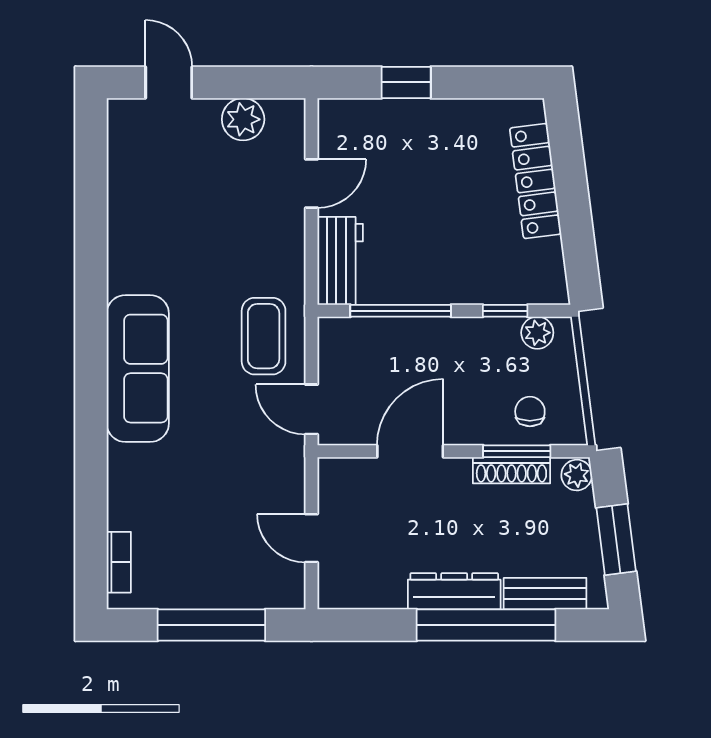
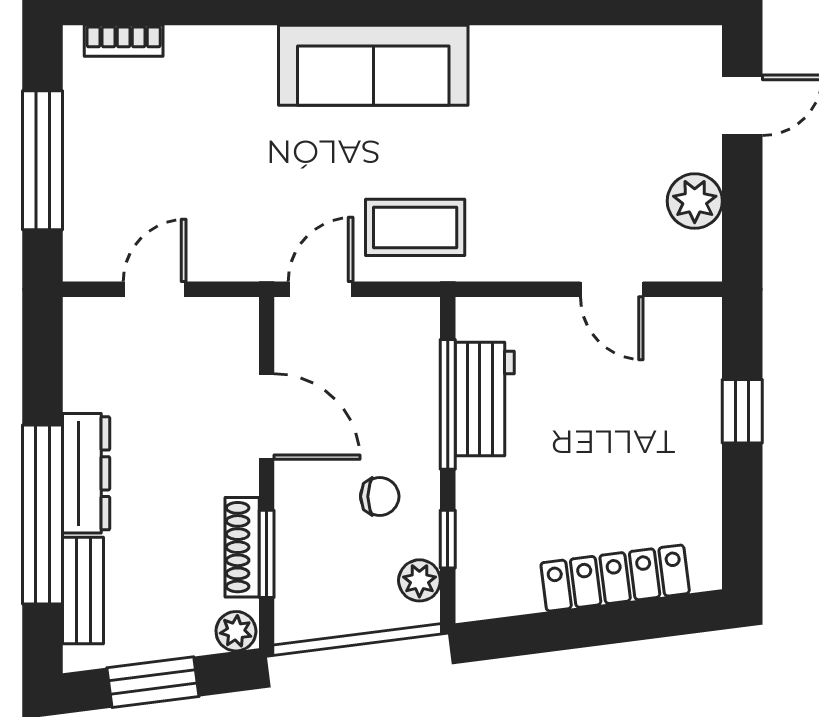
workbench: (340, 261) -> (485, 399), moved, turned -90
chair: (530, 411) -> (380, 496), moved

